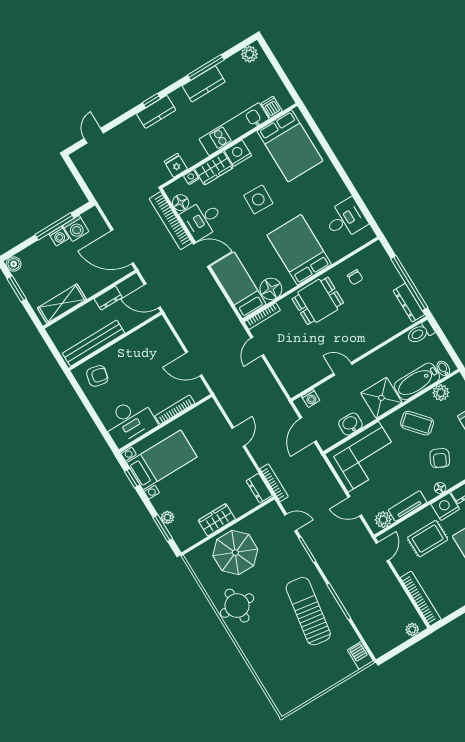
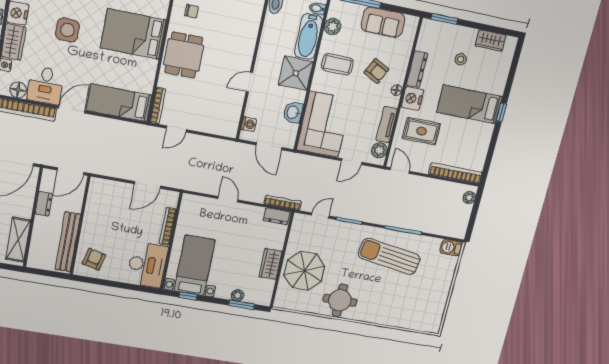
floor lamp: (271, 289) -> (143, 81), removed
door: (257, 346) -> (176, 129), hinge flipped
coffee table: (417, 423) -> (337, 64), turned 41
rug: (428, 539) -> (421, 131), turned 90

